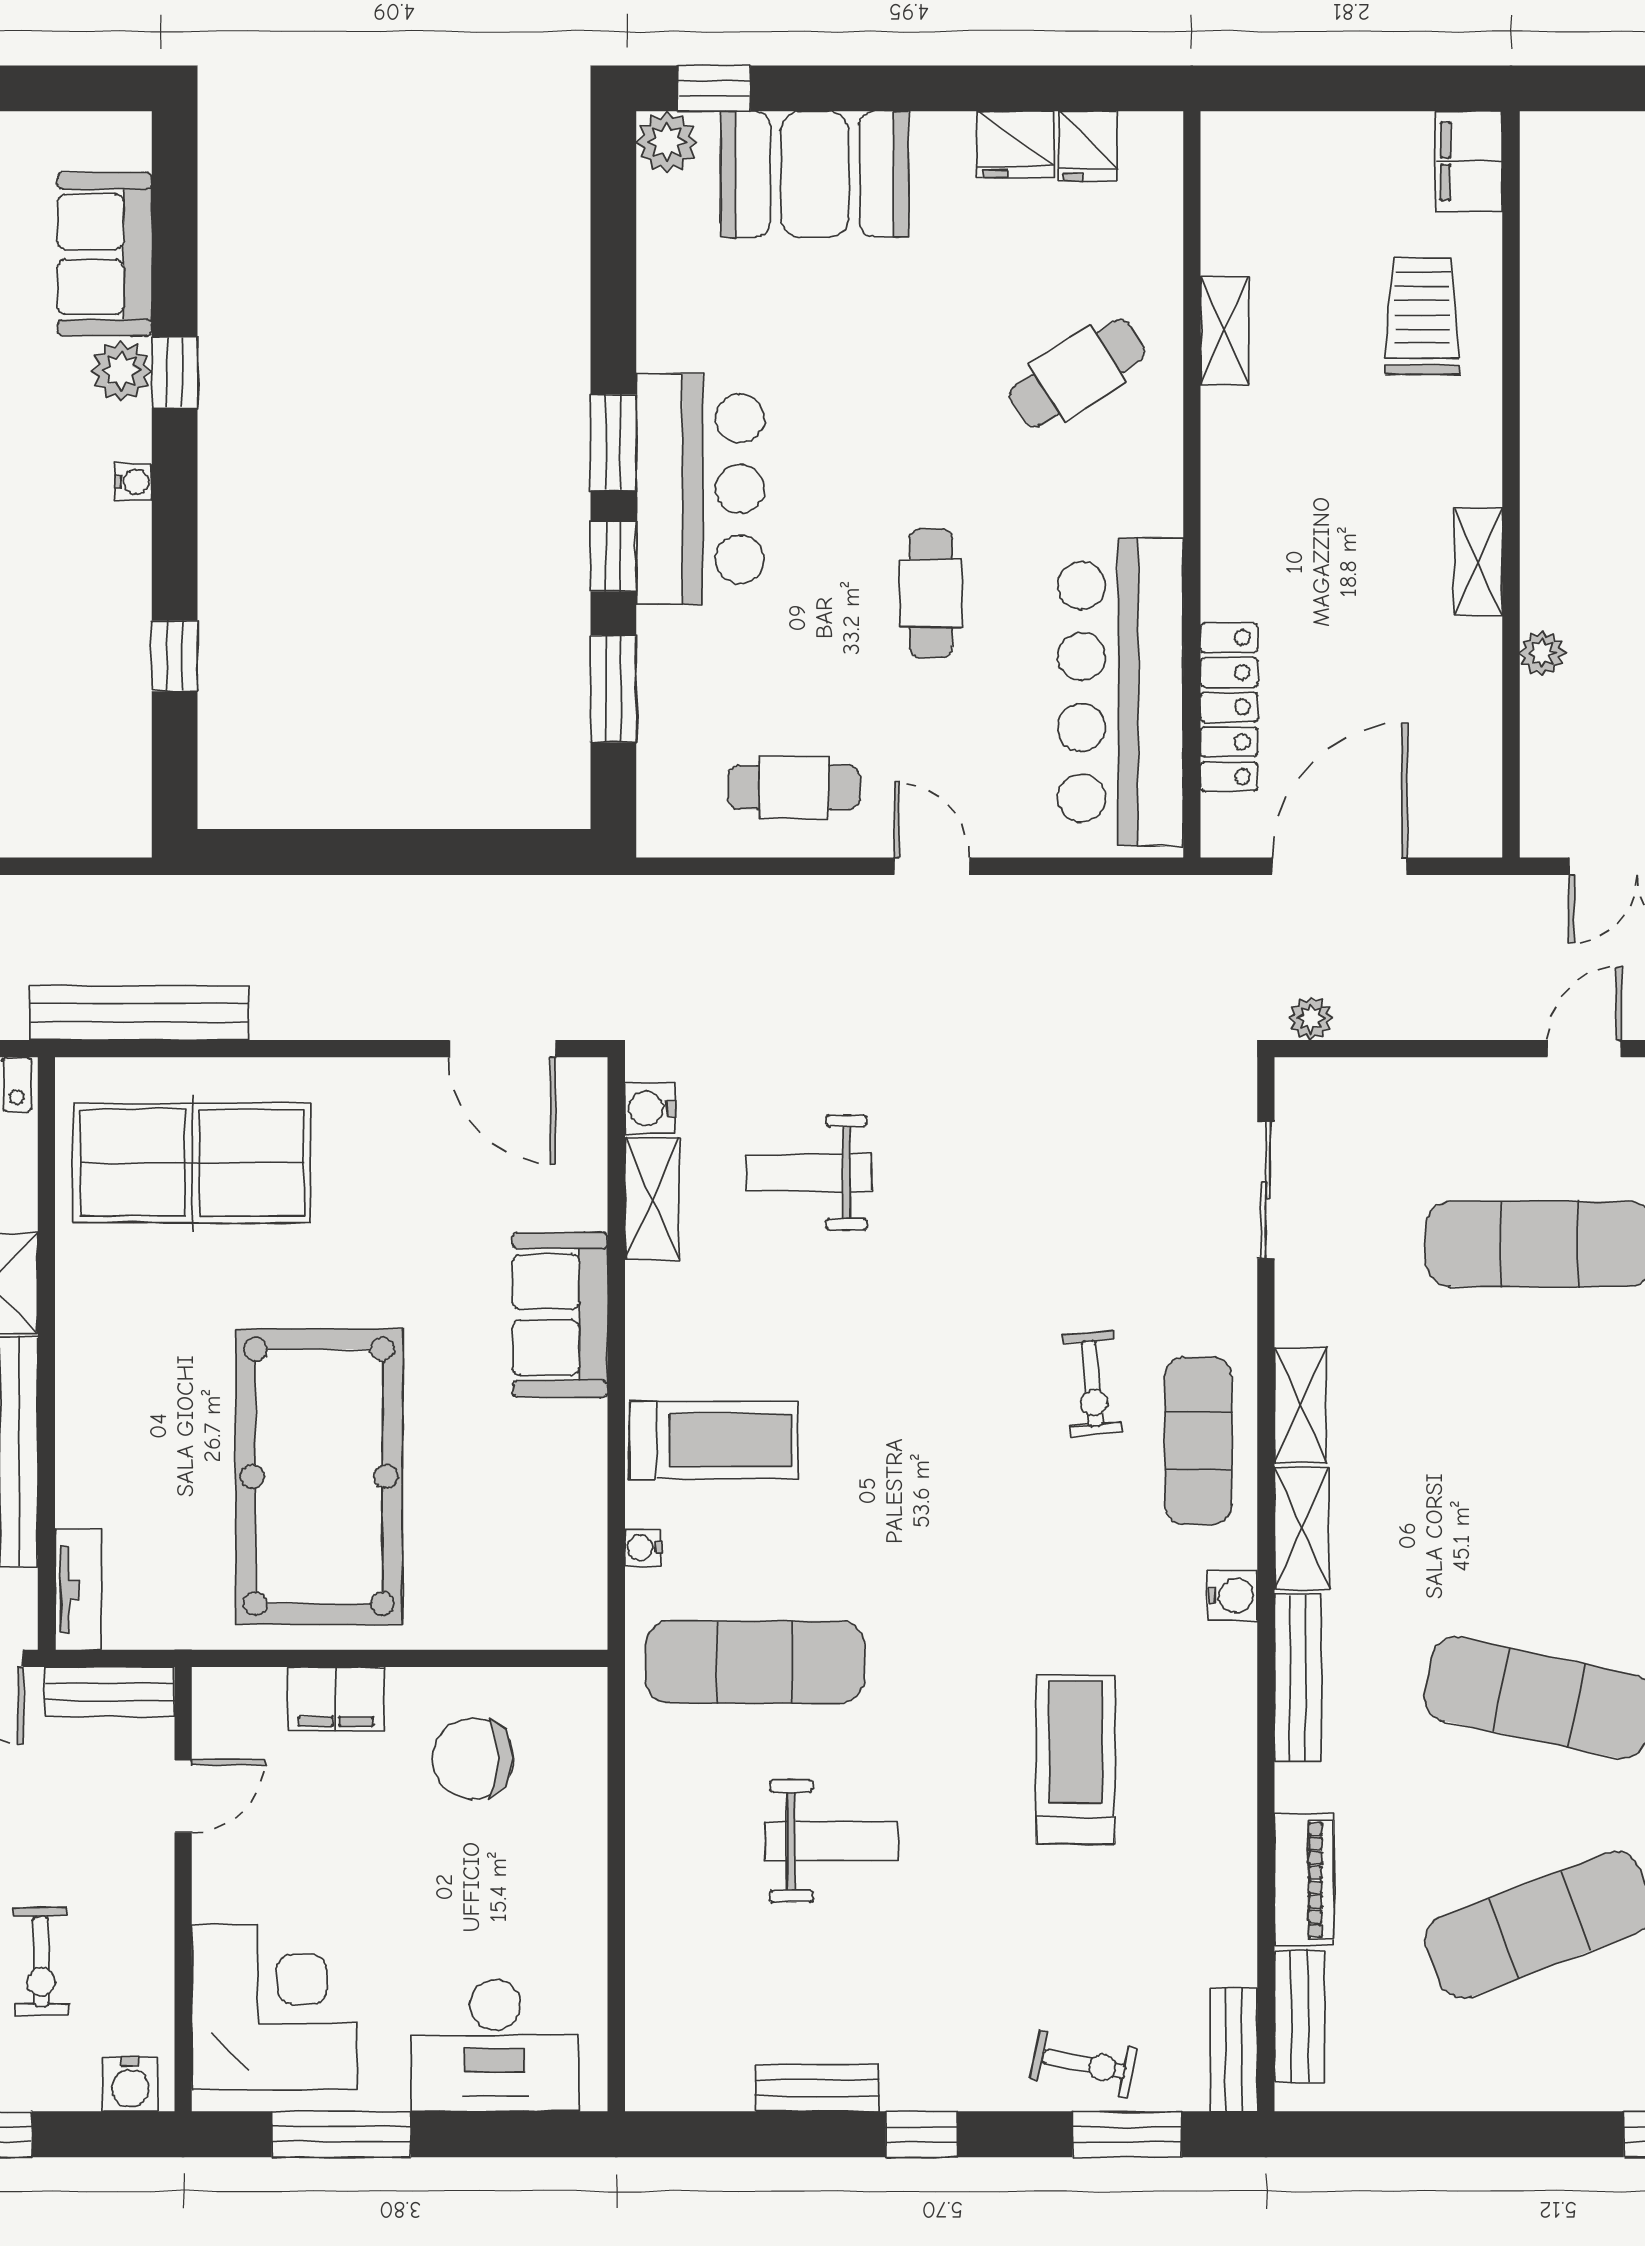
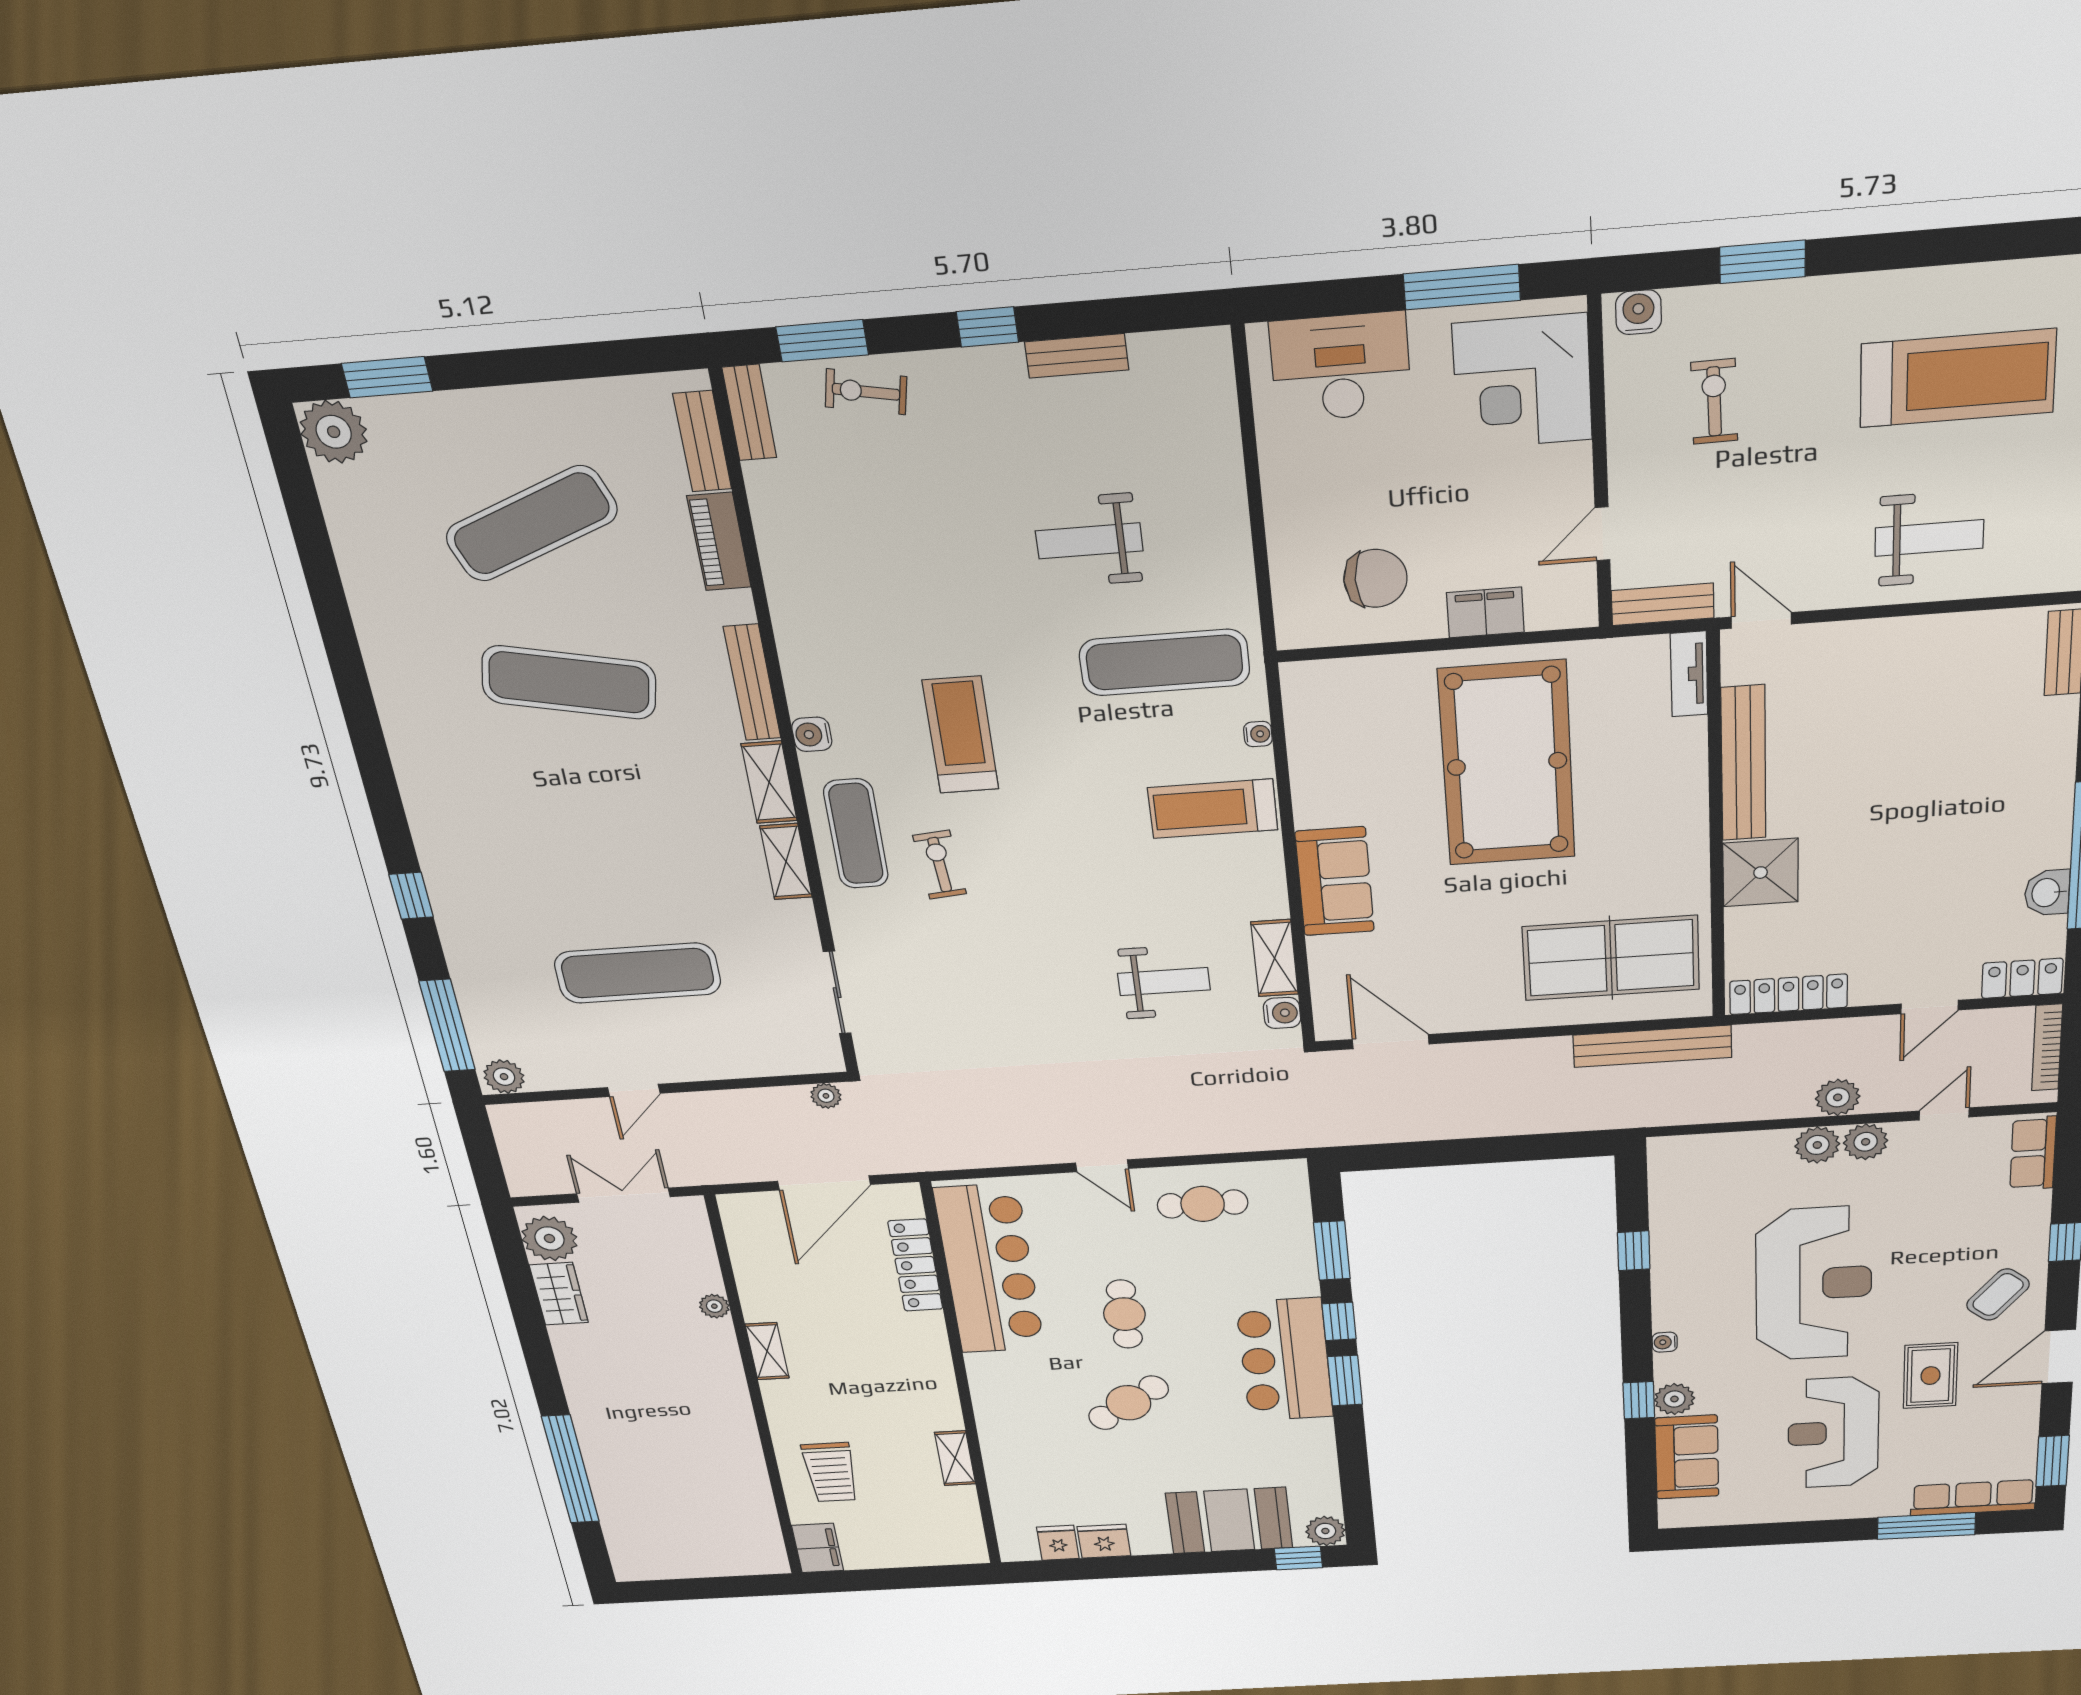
cafe table: (1077, 373) -> (1128, 1403), moved
treadmill: (1076, 1759) -> (961, 735), moved, turned 180

